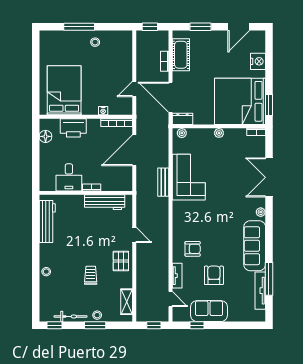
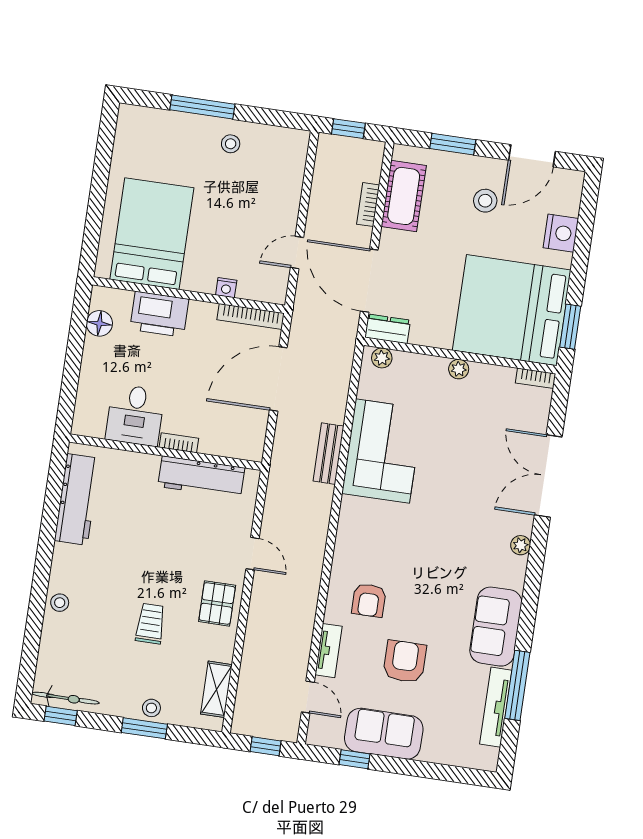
stool: (220, 51) -> (485, 201), added
sofa: (255, 246) -> (496, 627), width x0.73
armchair: (193, 249) -> (369, 600), turned 90
bicycle: (70, 316) -> (66, 698), moved

